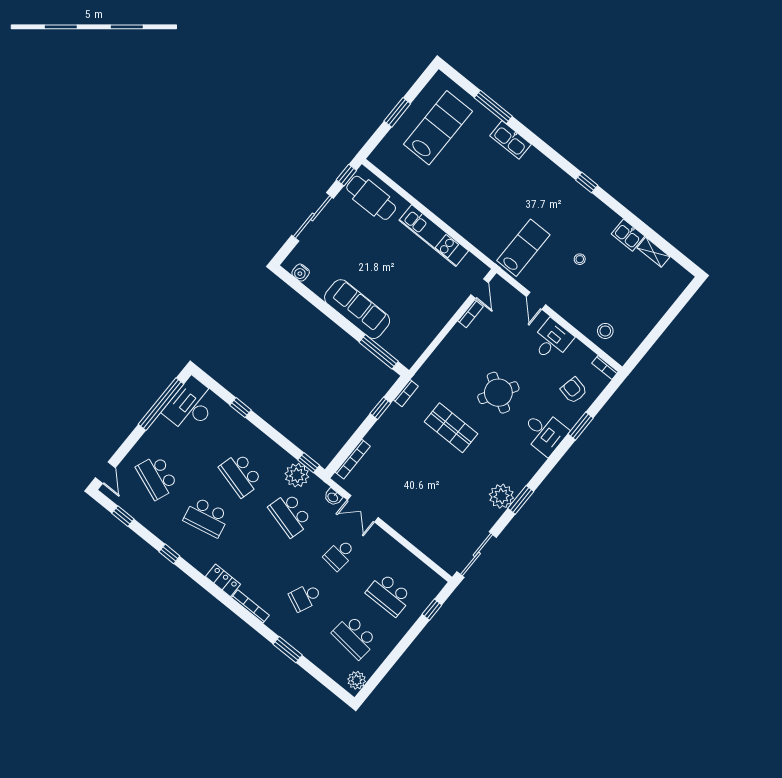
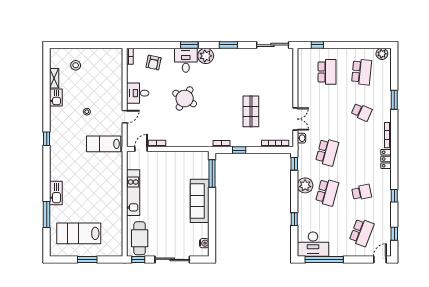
stool: (605, 331) -> (76, 65), moved
window: (581, 426) -> (189, 45), moved
shop shelf: (451, 428) -> (251, 111), moved
plant: (297, 475) -> (305, 185), moved
plant: (501, 496) -> (206, 56), moved
school desk: (206, 517) -> (362, 192), width x0.54
school desk: (340, 555) -> (327, 112), removed

